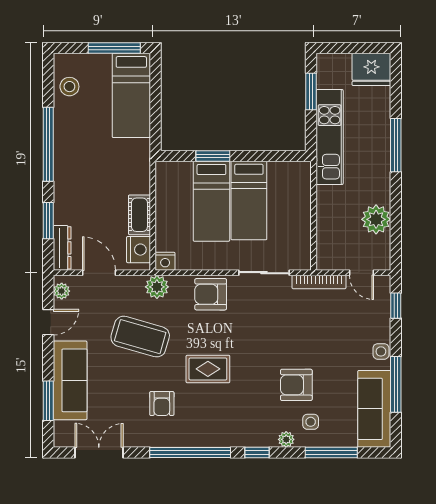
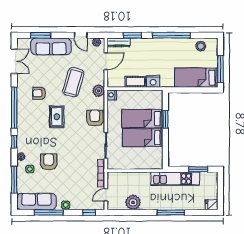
fridge: (371, 69) -> (212, 205), width x0.53, depth x0.75
nightstand: (138, 250) -> (153, 81), moved

